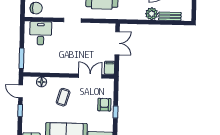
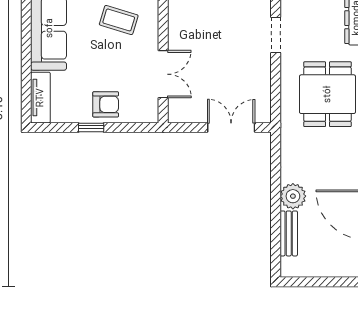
double door: (117, 43) -> (231, 127), swing flipped
filing cabinet: (109, 68) -> (181, 113), removed

